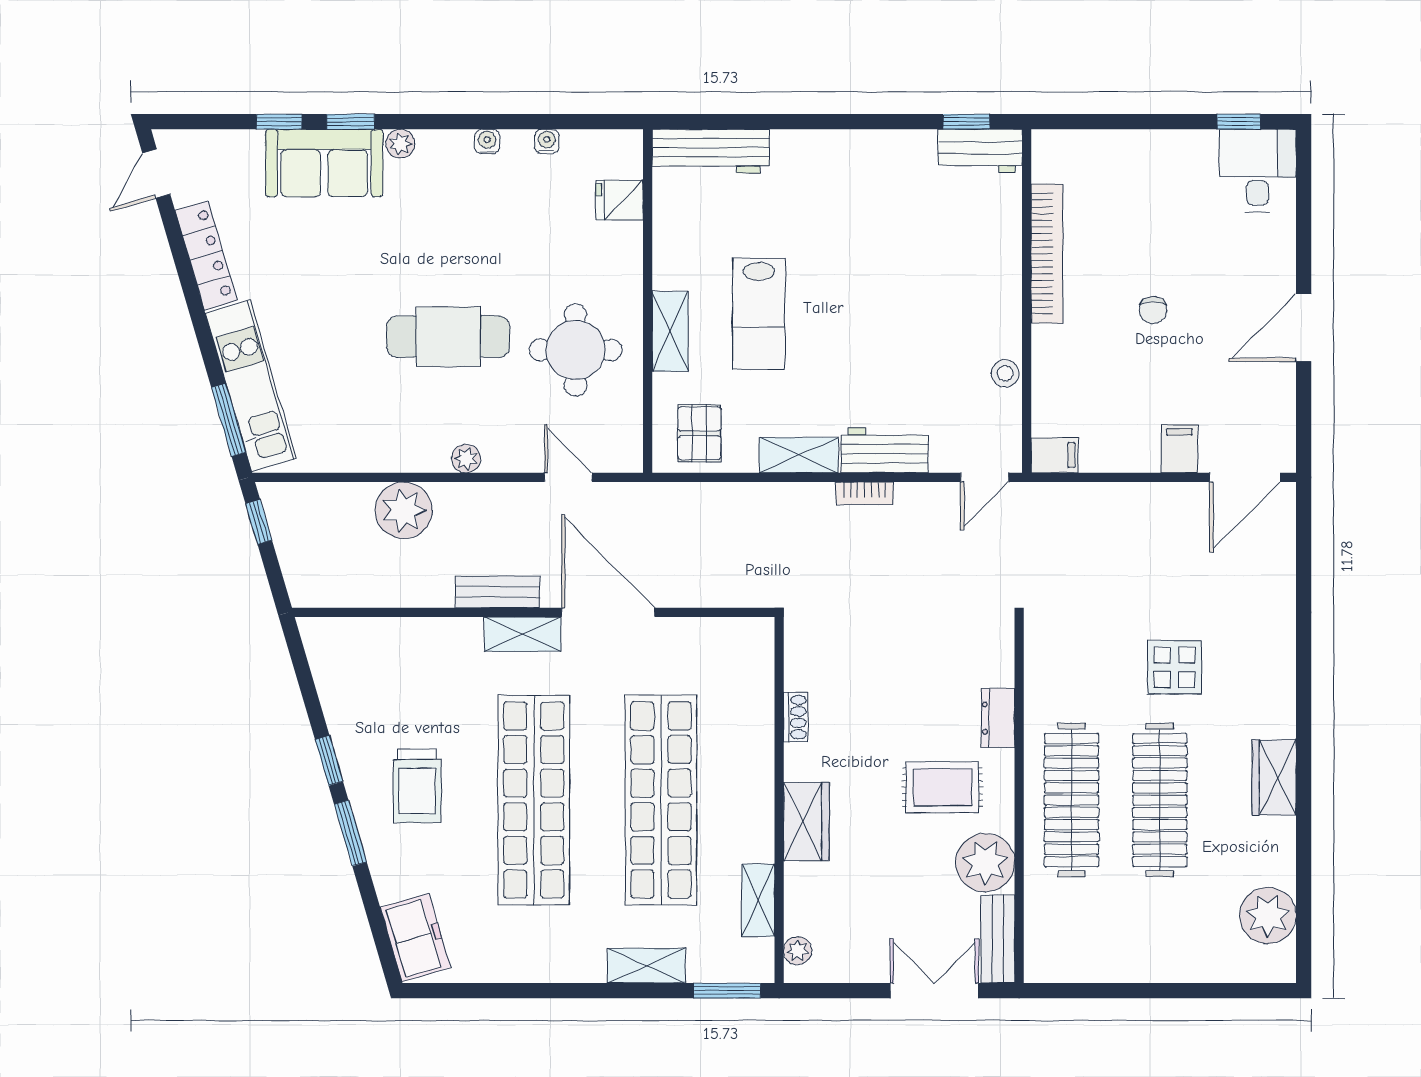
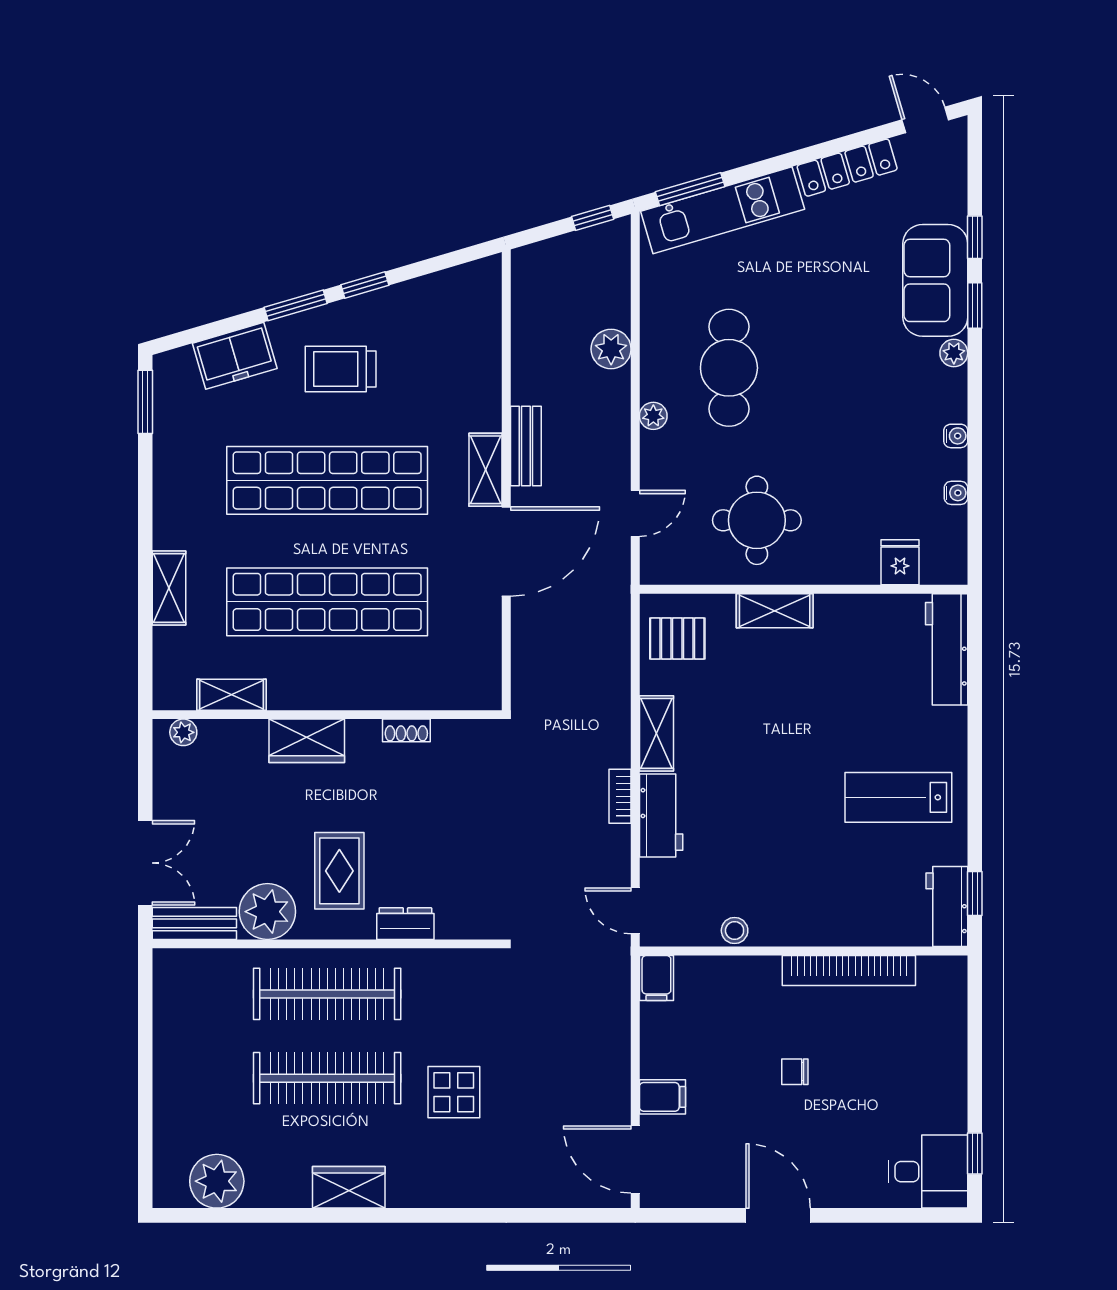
lab bench: (759, 314) -> (898, 797), moved
cafe table: (448, 337) -> (729, 368), moved
plant: (404, 510) -> (611, 349), width x0.73, depth x0.73
freezer: (415, 938) -> (235, 356), moved
window: (727, 991) -> (145, 402), moved

